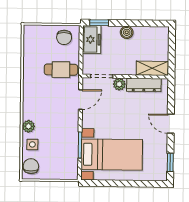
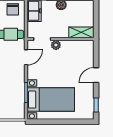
dresser: (144, 85) -> (75, 45), removed
door: (171, 124) -> (96, 75), hinge flipped

